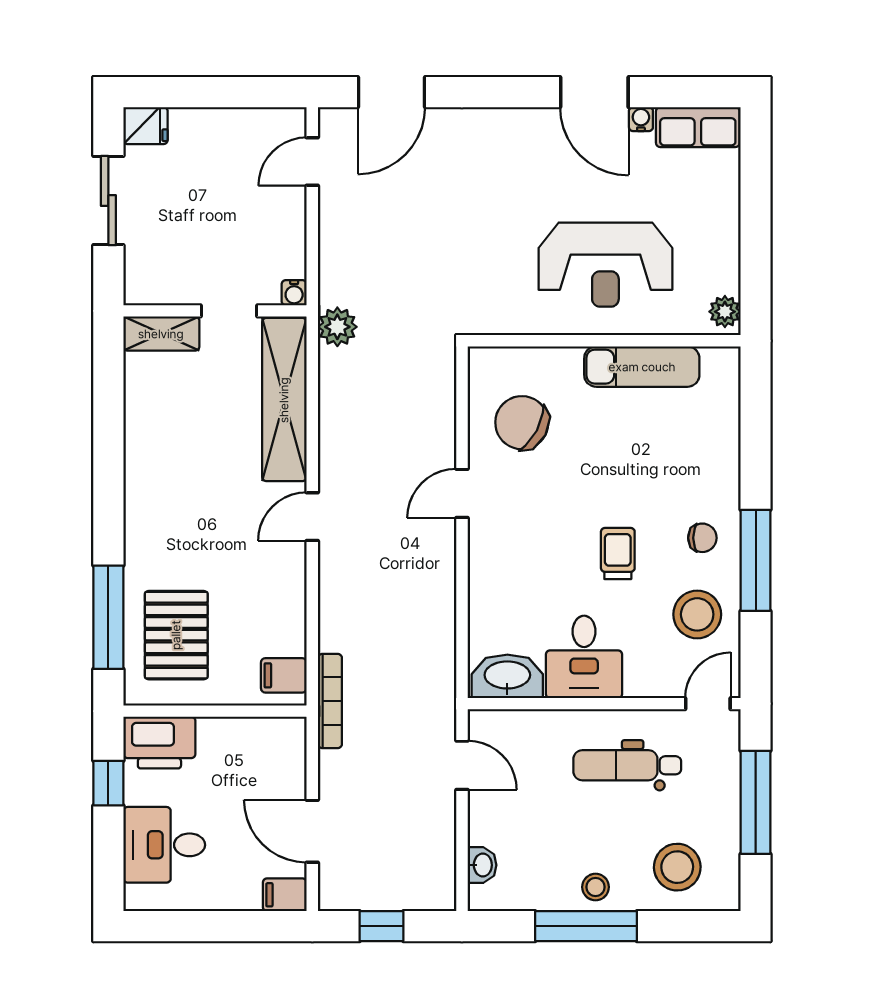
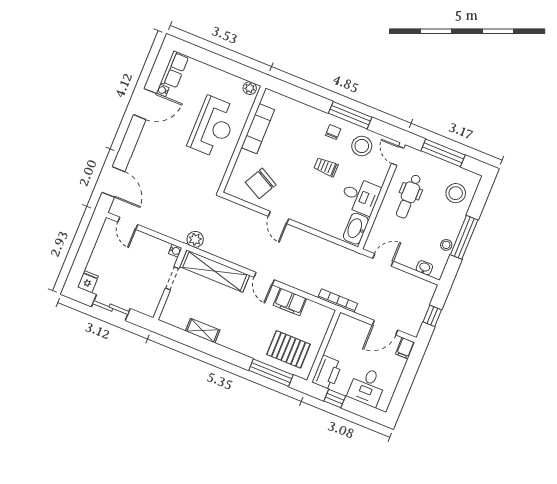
shelving: (161, 334) -> (203, 331), moved, turned 90
filing cabinet: (284, 675) -> (290, 302), moved, width x2.00
stool: (596, 887) -> (446, 245), moved

